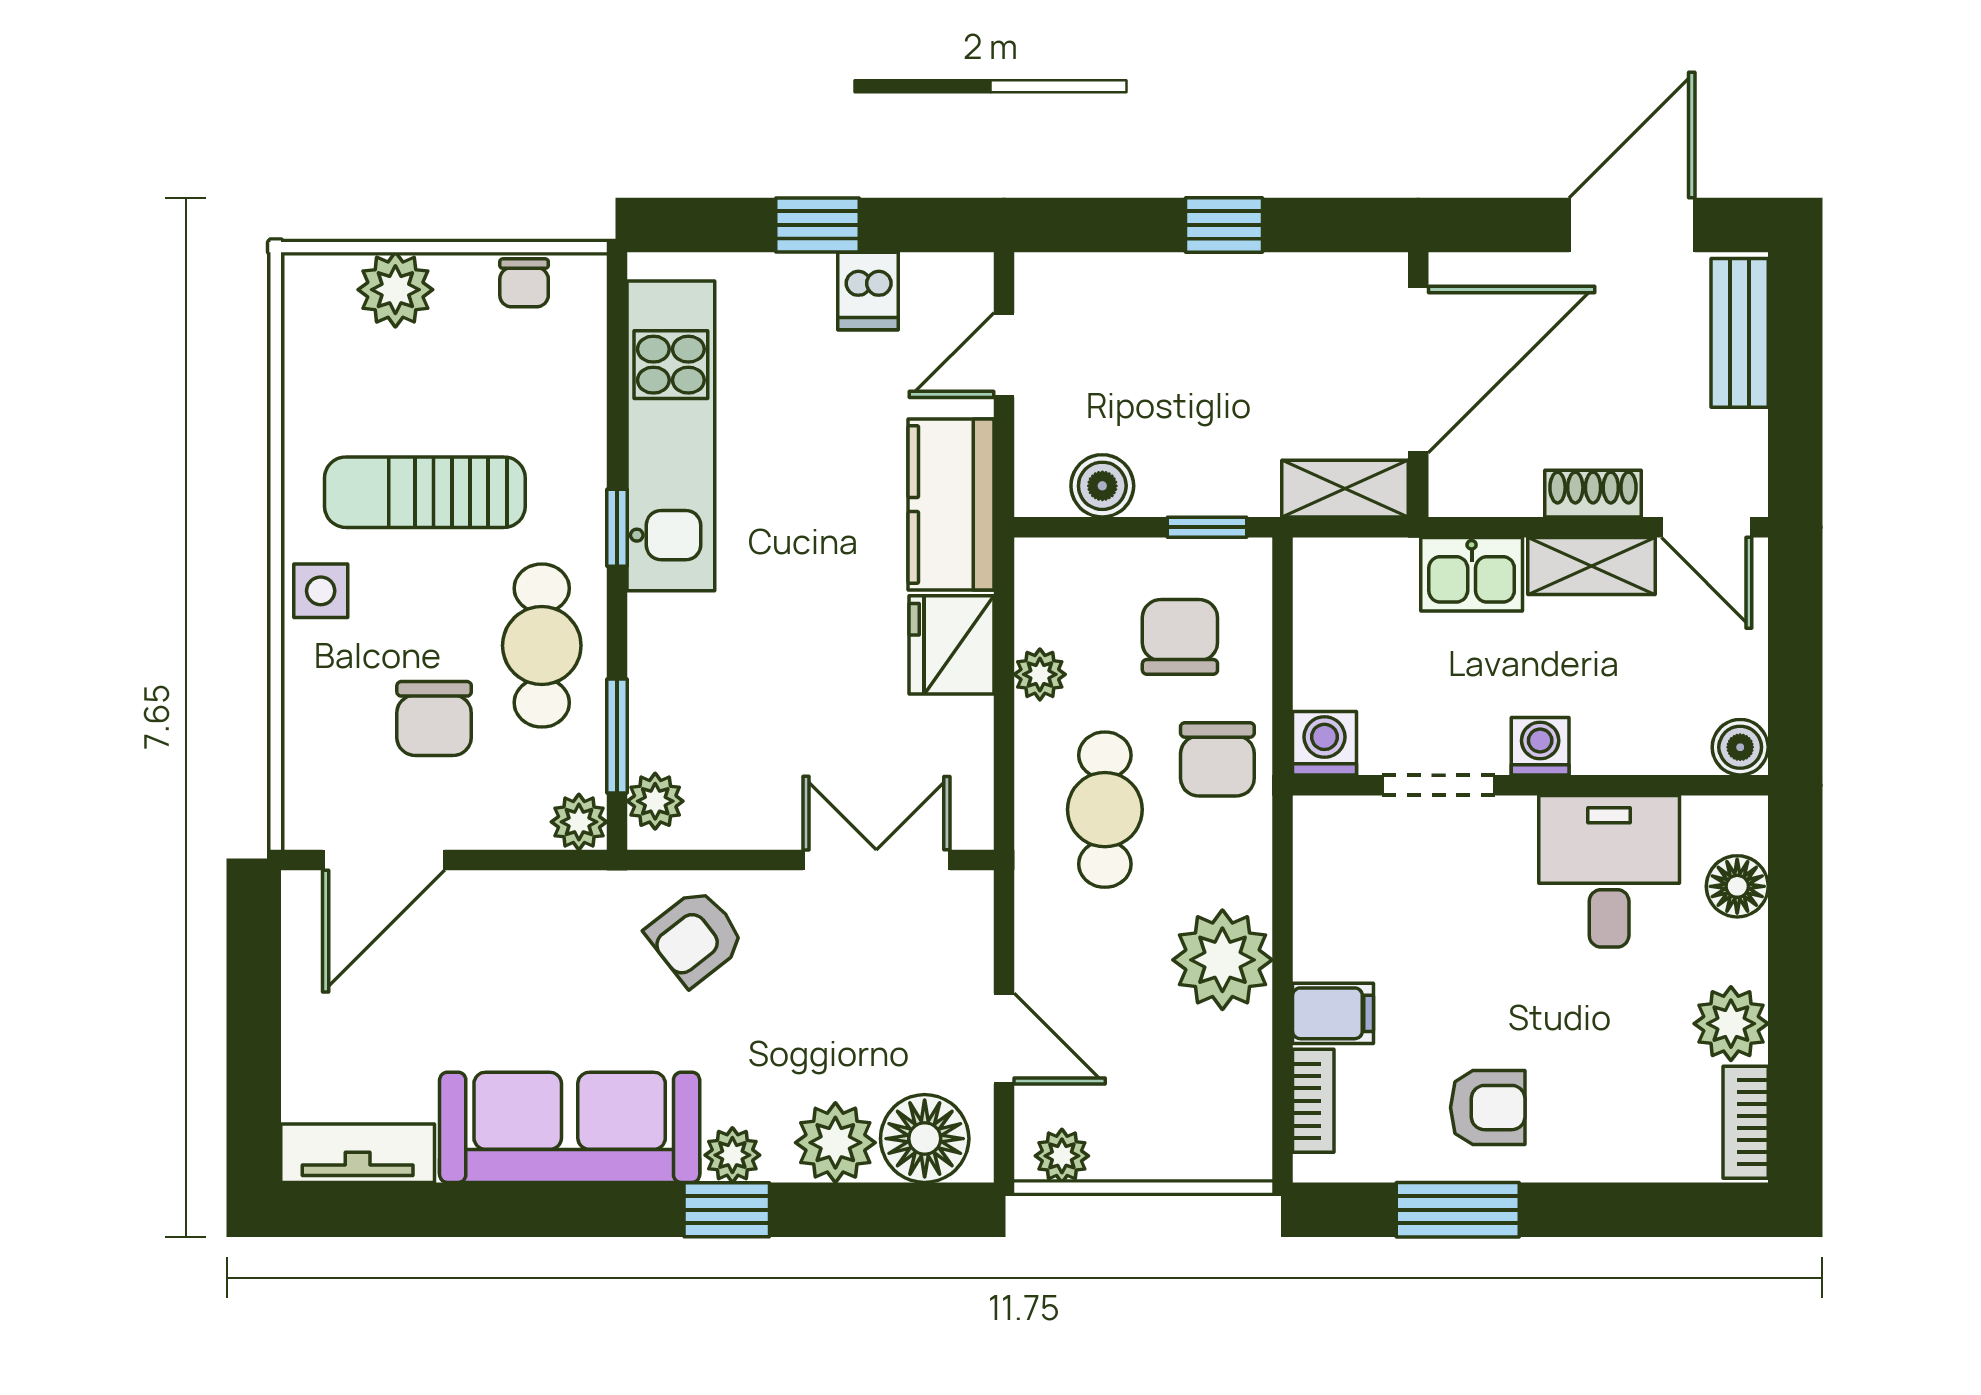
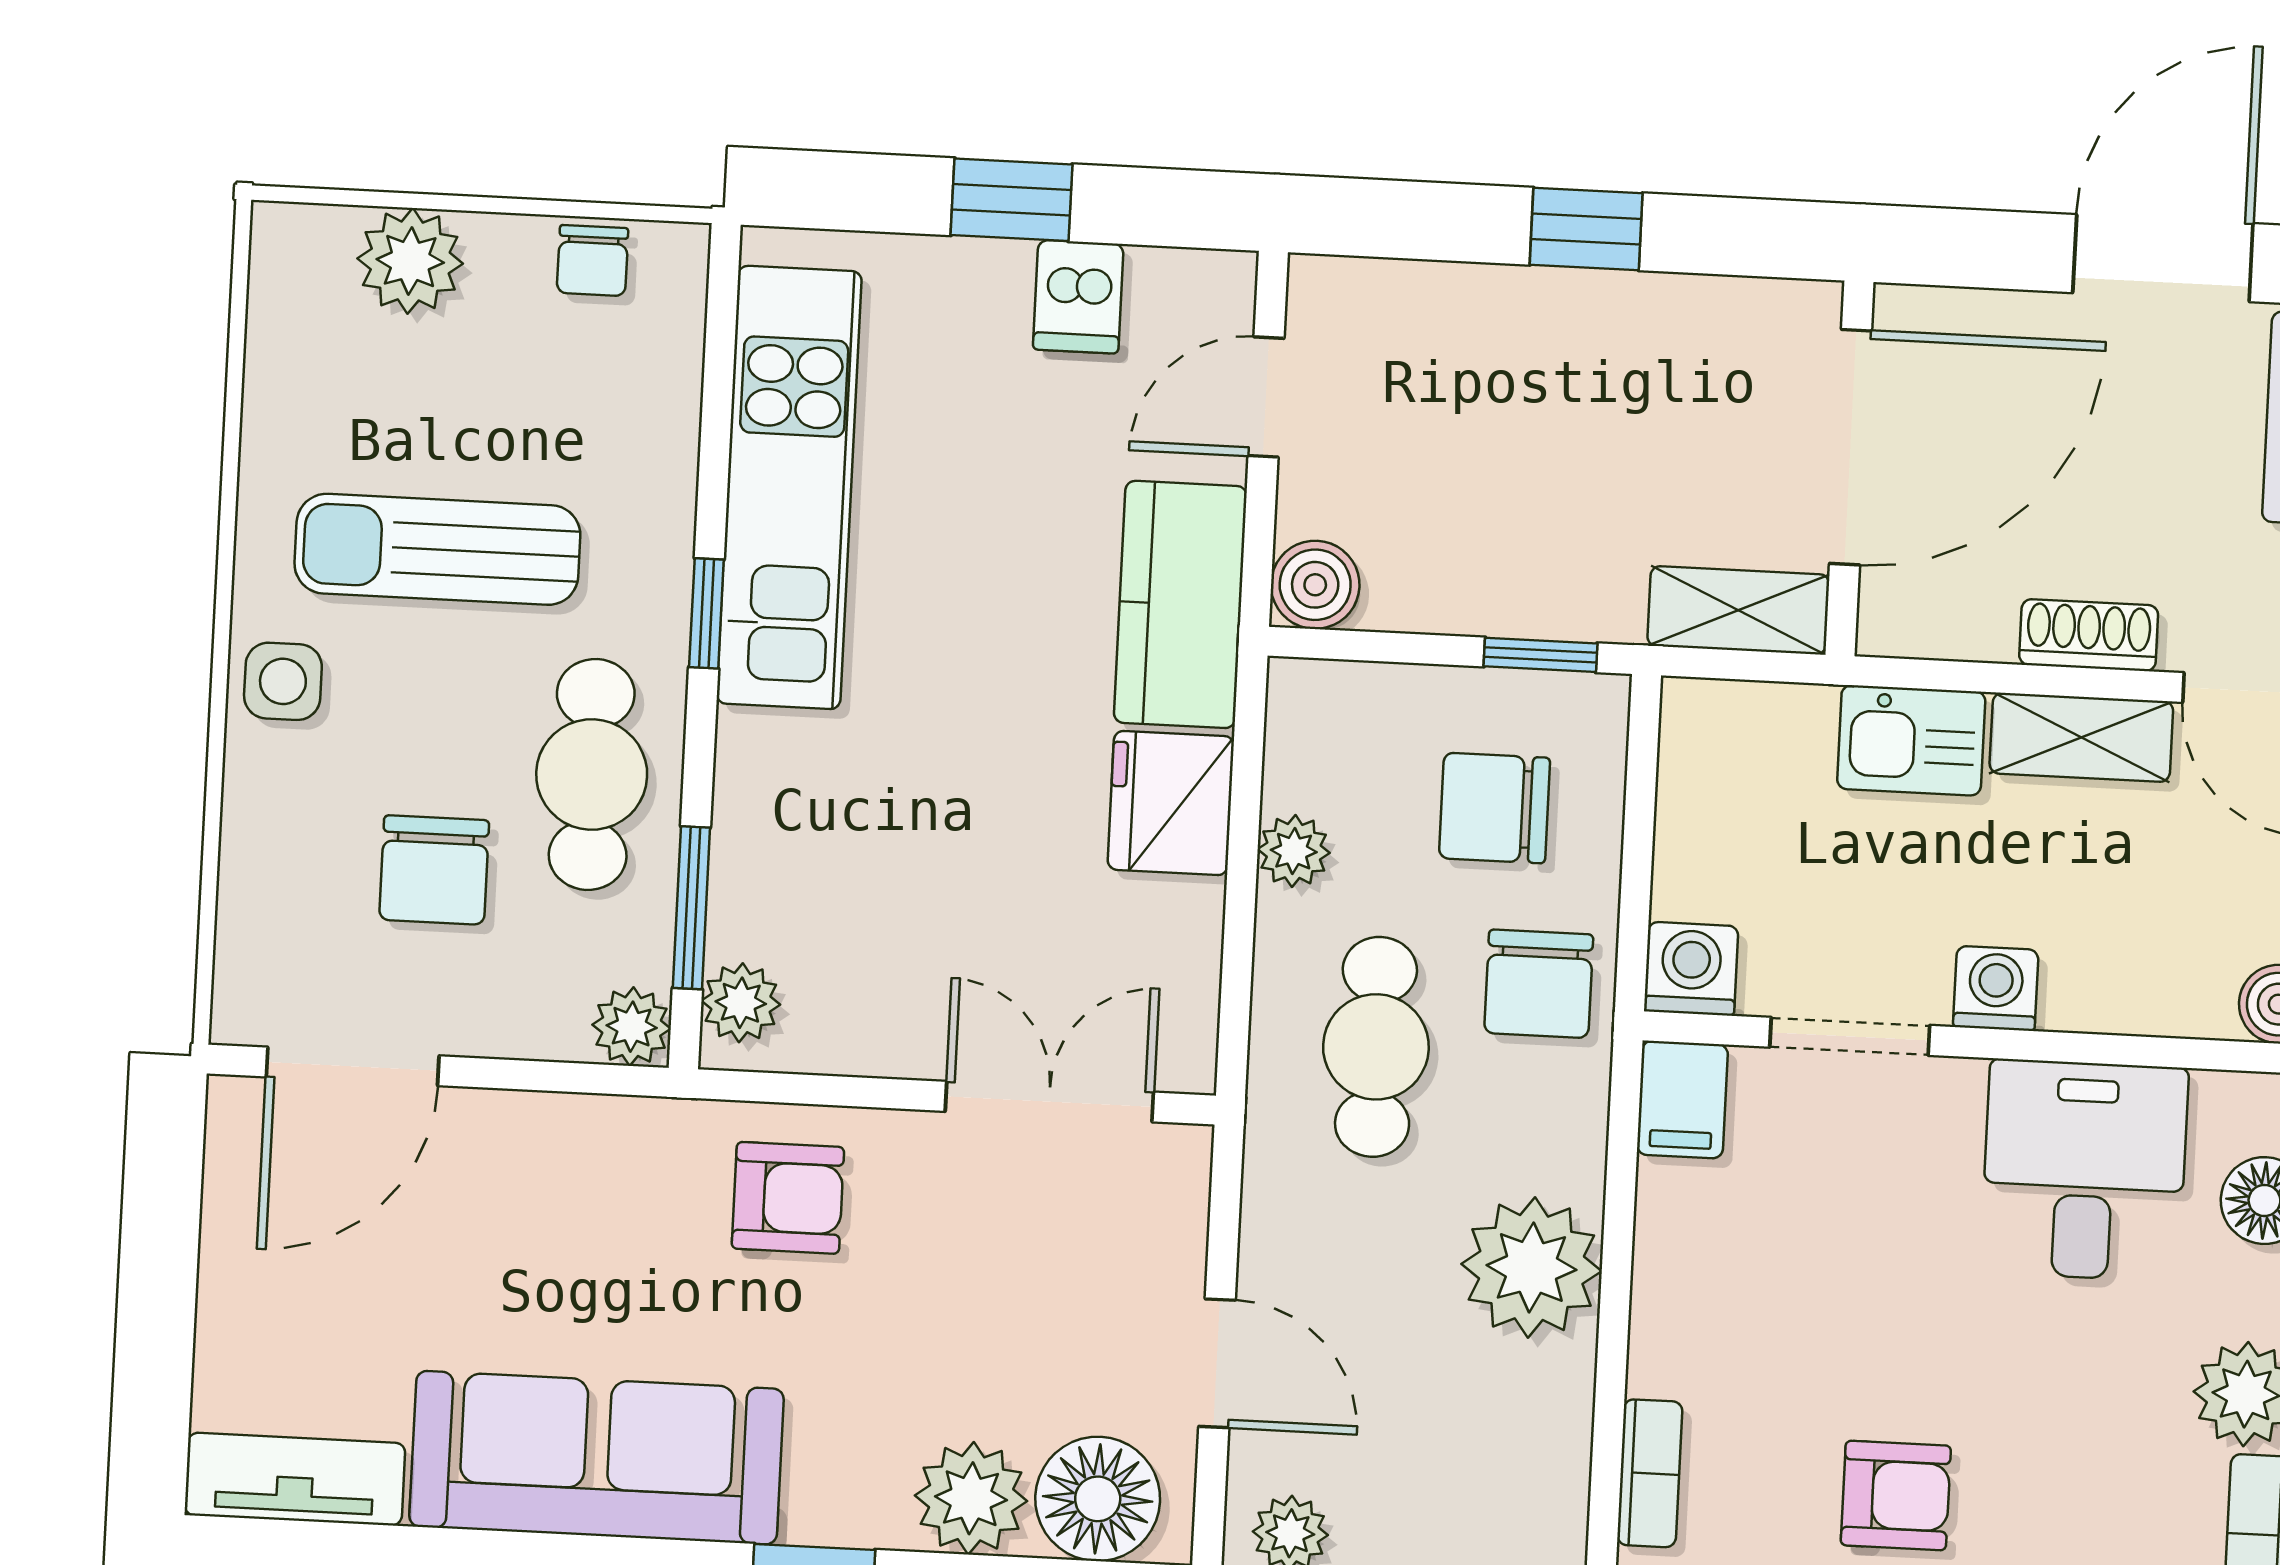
boiler: (1102, 486) -> (1315, 585), moved
chair: (1180, 637) -> (1494, 808), turned -90
armchair: (695, 937) -> (788, 1198), turned -142
filing cabinet: (1333, 1013) -> (1682, 1100), moved, turned 90
plant: (732, 1155) -> (825, 1509), removed

